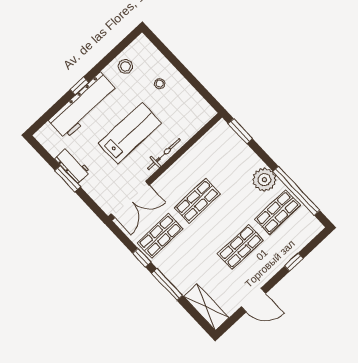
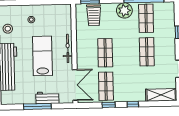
trolley: (228, 150) -> (94, 15), added
workbench: (72, 165) -> (47, 98), moved
window: (68, 179) -> (37, 106), width x1.44
window: (167, 284) -> (133, 104), width x0.46

